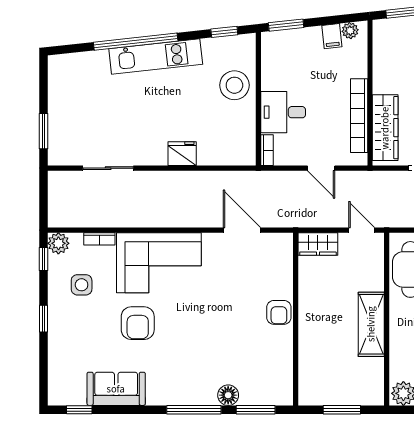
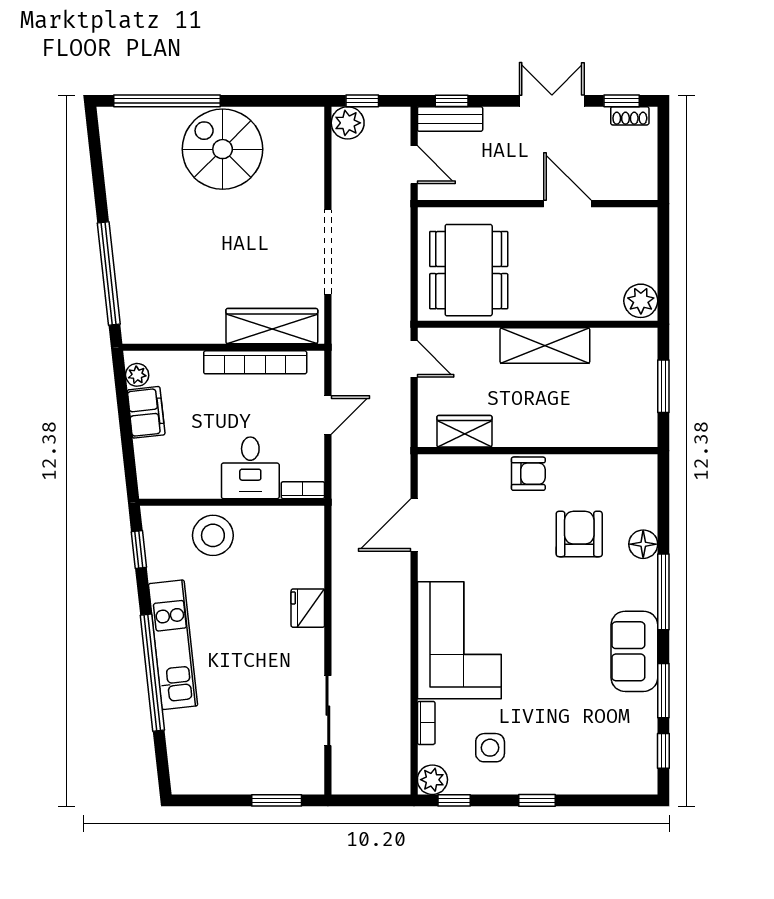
window: (286, 25) -> (130, 464), removed
filing cabinet: (332, 36) -> (146, 412), width x2.00
door: (362, 230) -> (414, 359), swing flipped
wardrobe: (318, 244) -> (464, 431), moved, turned -90
armchair: (138, 323) -> (579, 534), moved, turned -90
sofa: (116, 389) -> (634, 651), moved
window: (256, 410) -> (663, 691), moved

